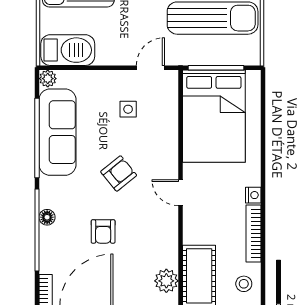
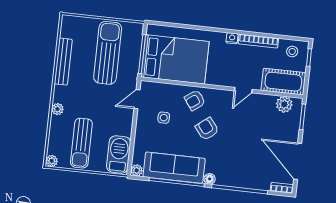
door: (150, 68) -> (137, 99), hinge flipped
door: (180, 193) -> (243, 90), moved
floor lamp: (47, 217) -> (210, 179), moved
armchair: (103, 231) -> (195, 100), moved, turned 144

